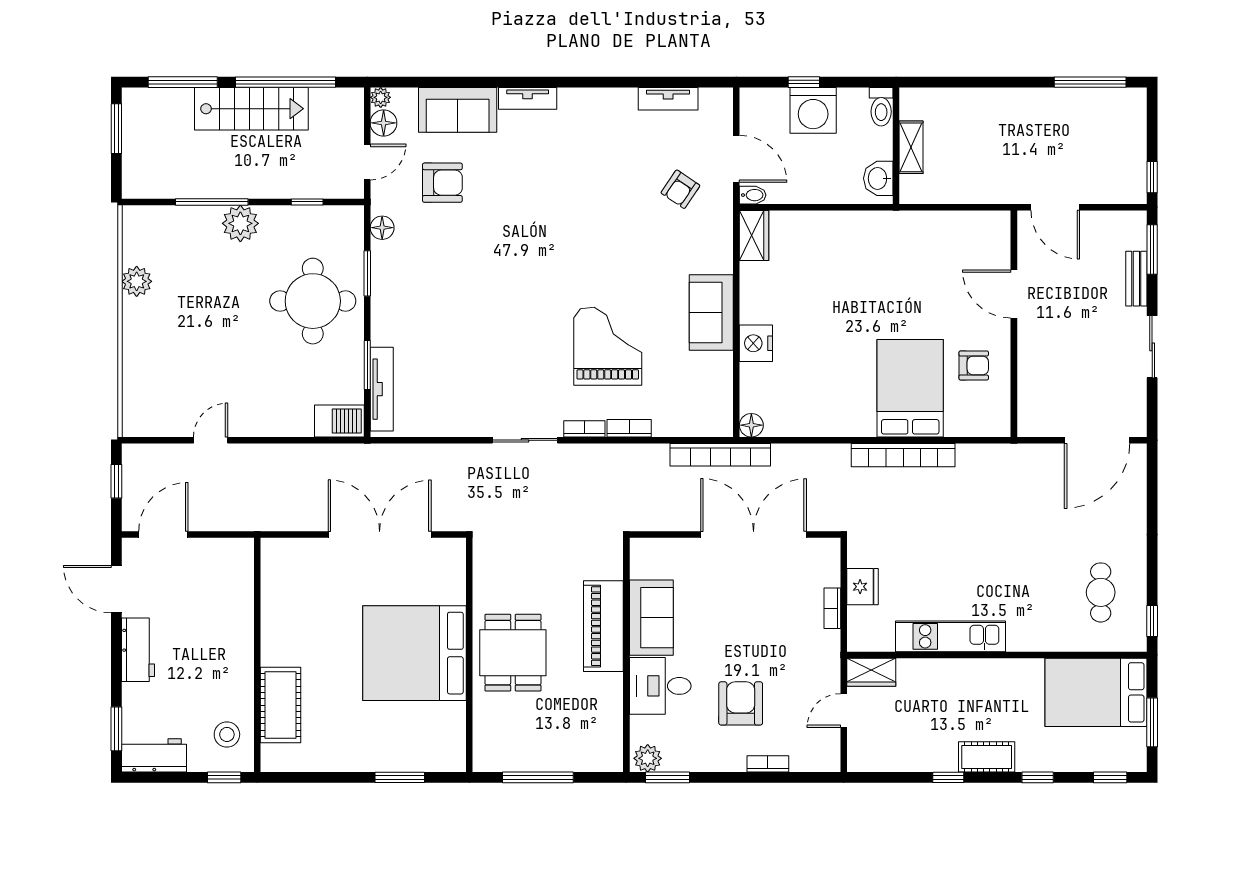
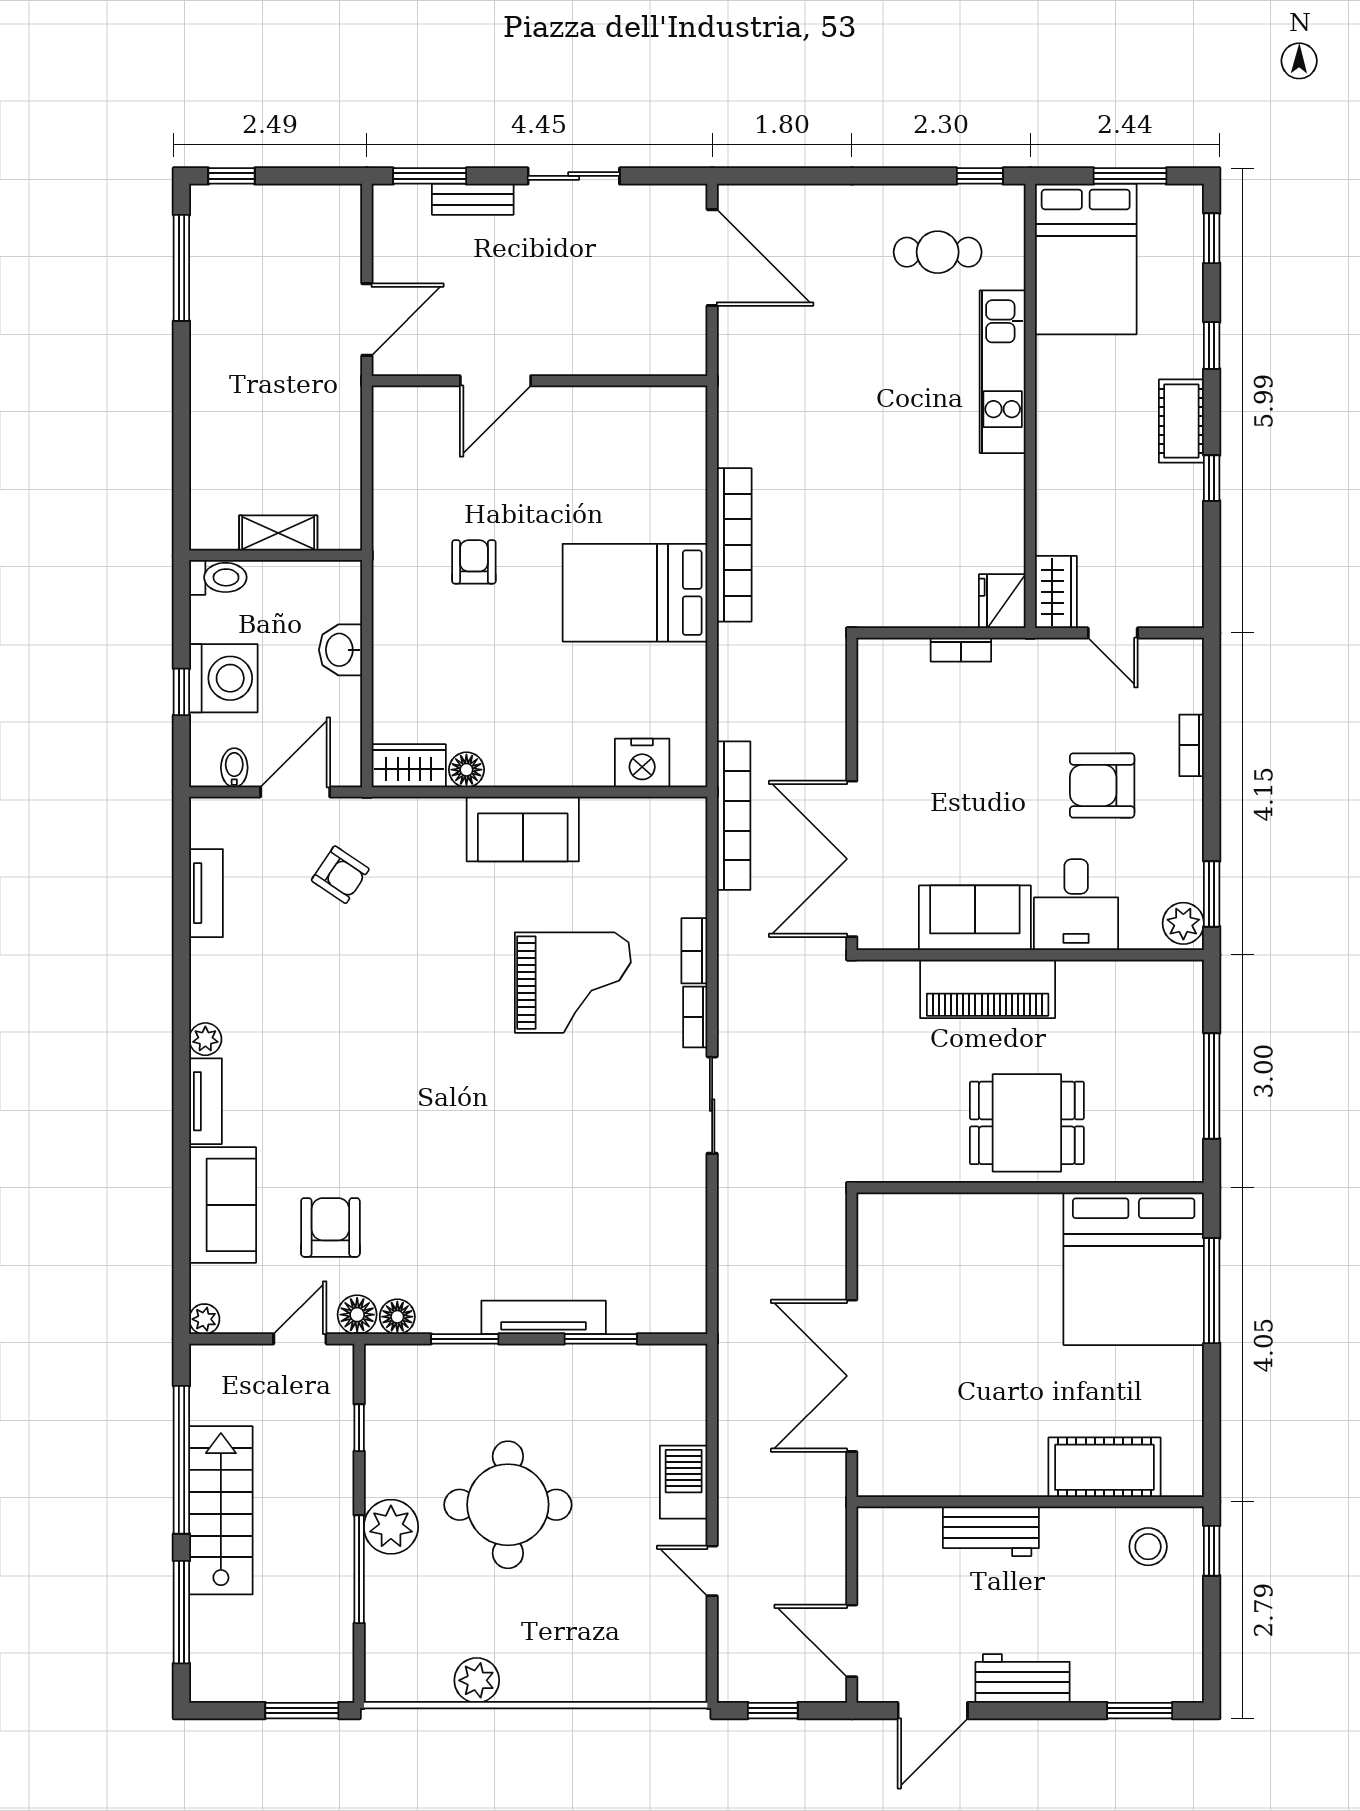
plant: (570, 98) -> (205, 1039), added
floor lamp: (384, 123) -> (357, 1315), moved
window: (116, 129) -> (302, 1711), moved
door: (367, 162) -> (300, 1339), hinge flipped
window: (1152, 177) -> (232, 176), moved
washbasin: (878, 178) -> (341, 650), moved, turned 90
bidet: (753, 195) -> (234, 768), moved
round table: (313, 301) -> (508, 1505), moved
nightstand: (756, 343) -> (642, 763), moved
grand piano: (608, 346) -> (573, 983), turned 180
armchair: (974, 365) -> (474, 562), moved
bed: (910, 388) -> (635, 593), moved
tv unit: (382, 389) -> (544, 1317), moved
barbecue: (339, 421) -> (684, 1482), moved
floor lamp: (751, 425) -> (466, 770), moved
double door: (380, 534) -> (852, 1376), moved
double door: (754, 534) -> (852, 859), moved
fridge: (863, 587) -> (1002, 601), moved, turned -90
kitchen unit: (950, 636) -> (1003, 372), moved
bed: (415, 653) -> (1134, 1269), moved
workbench: (154, 755) -> (991, 1531), moved, turned -90
window: (400, 777) -> (1212, 1291), width x1.44

